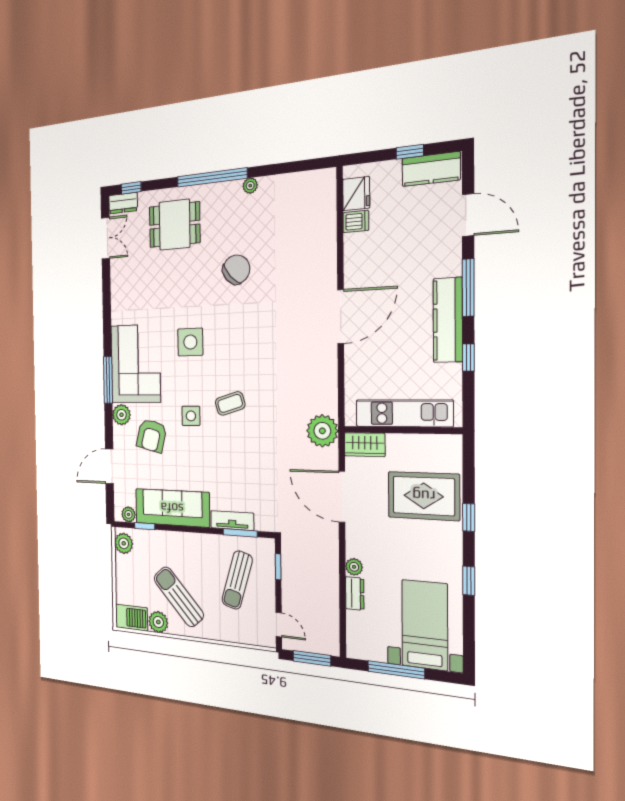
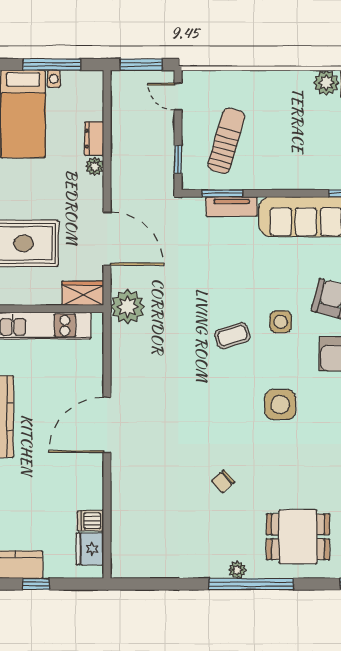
plant: (250, 186) -> (237, 570), moved
chair: (236, 269) -> (223, 481), width x0.54, depth x0.54
sun lounger: (179, 597) -> (299, 115), removed

